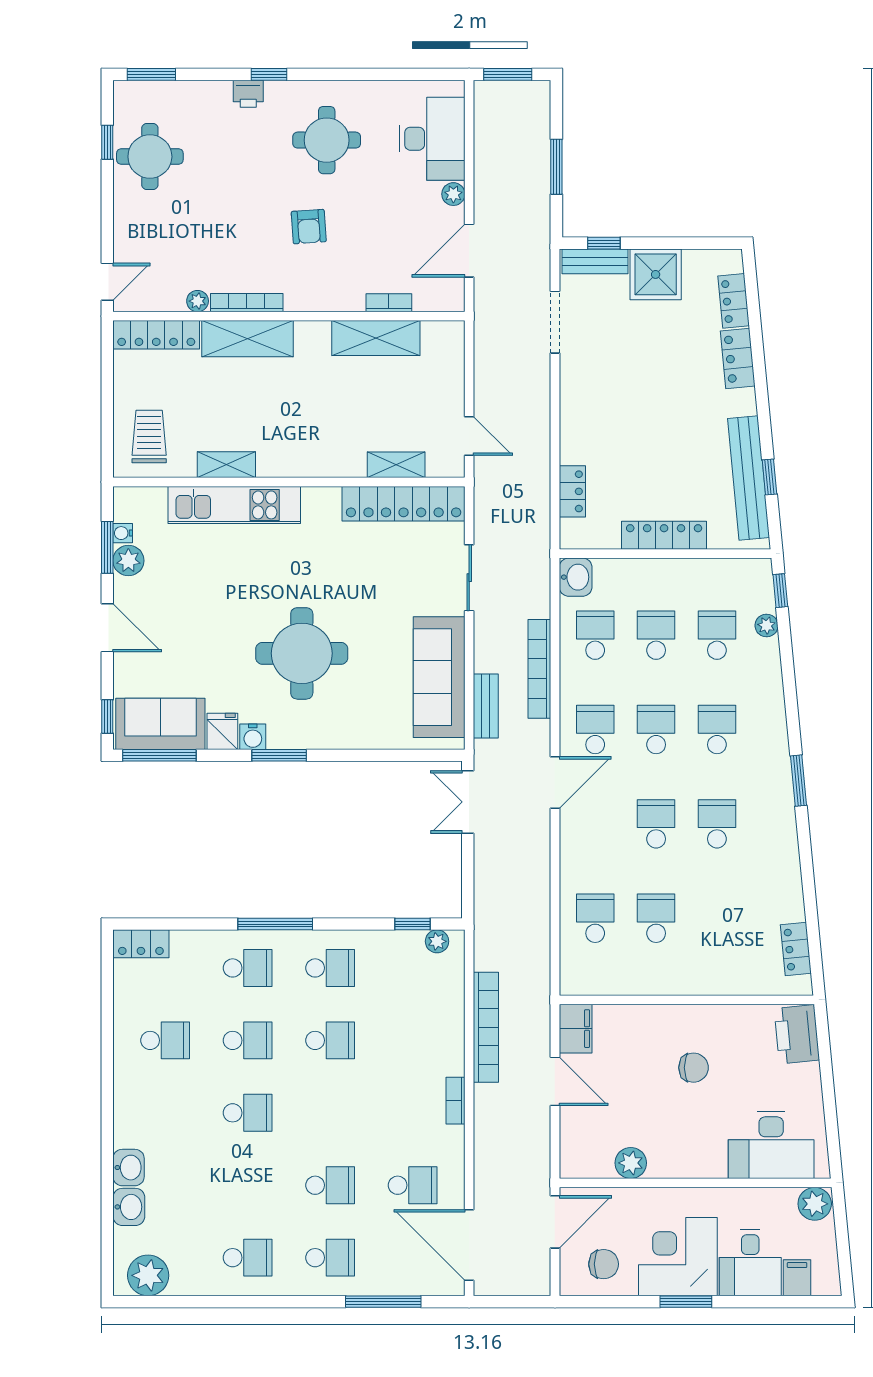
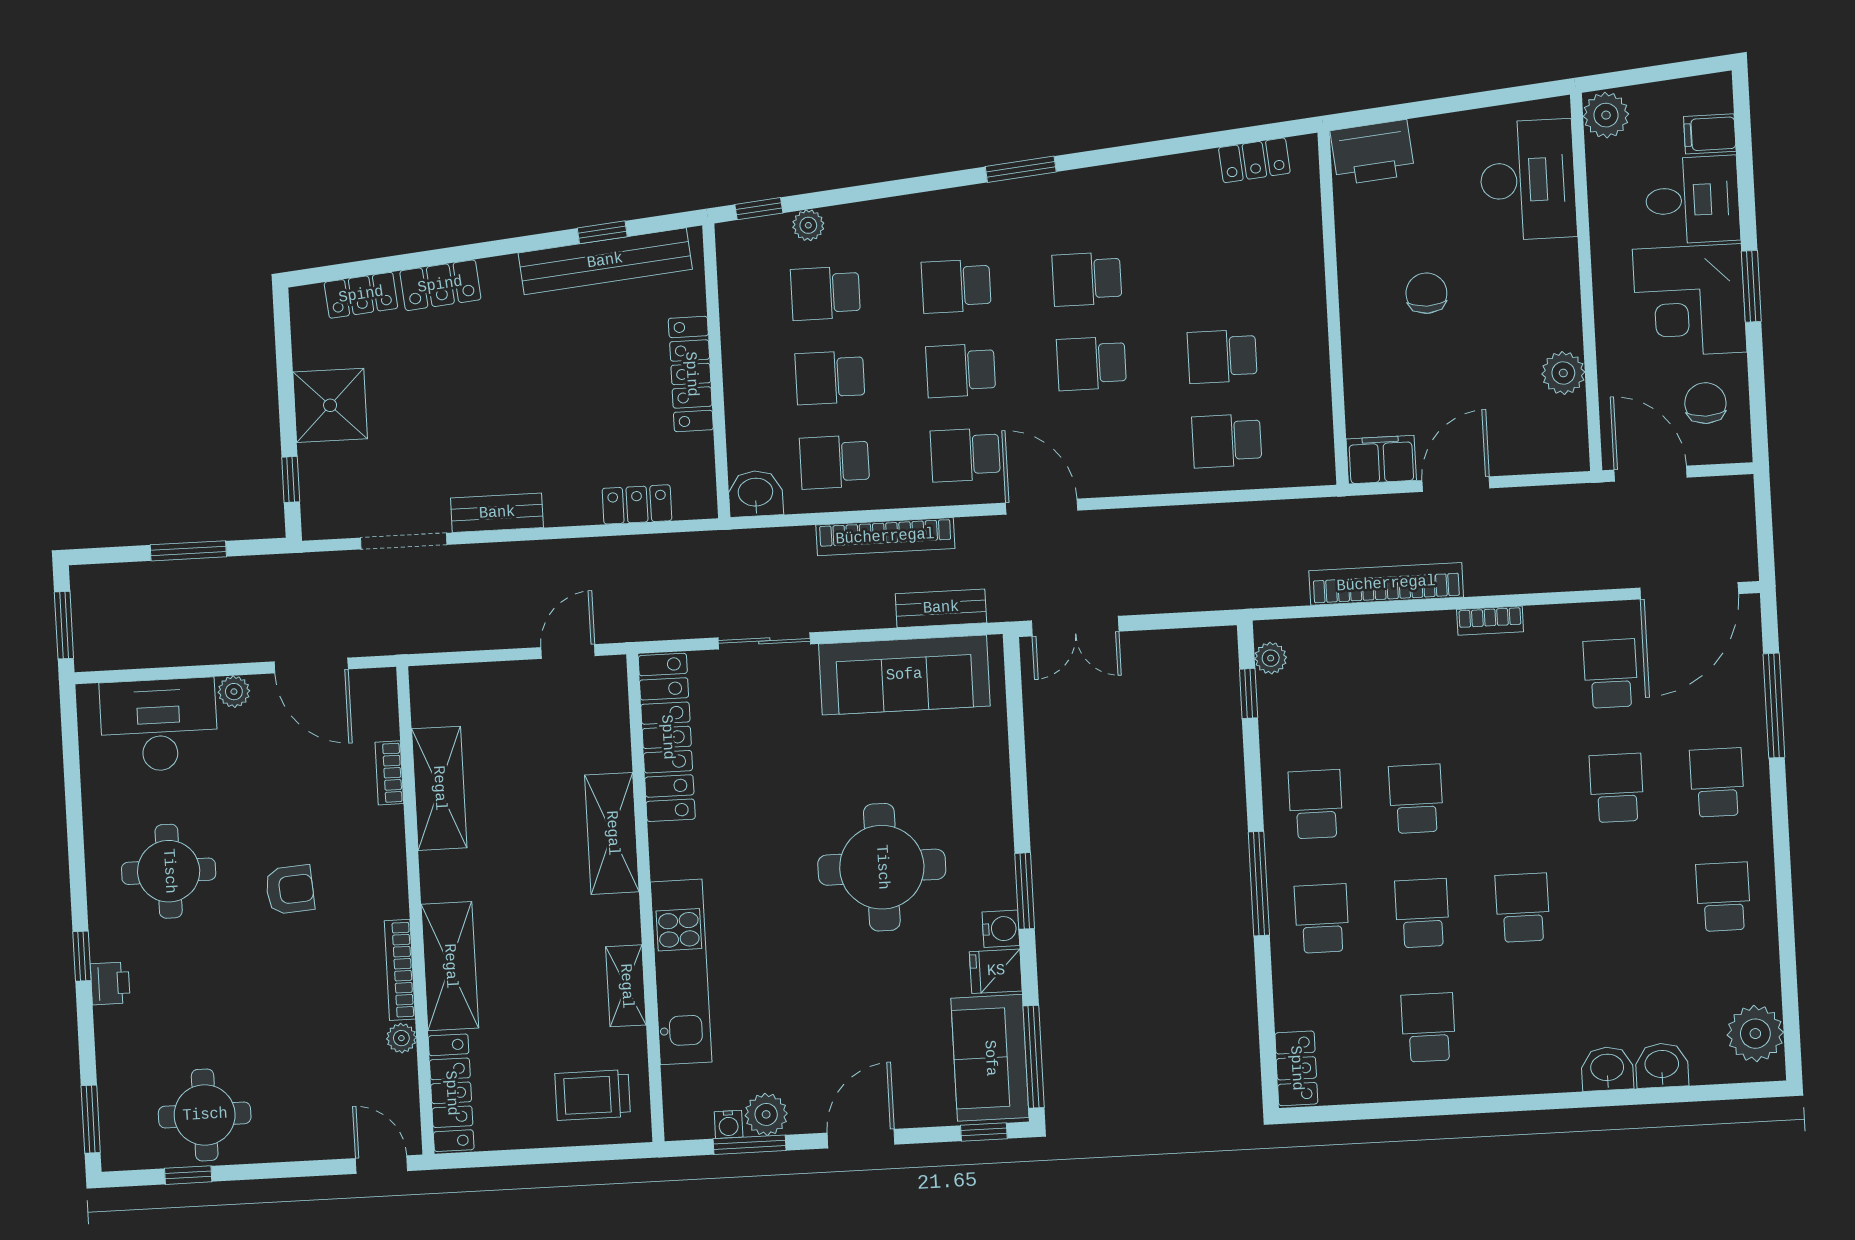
bench: (595, 261) -> (497, 513), moved, turned 90
shelving: (396, 465) -> (612, 833), moved, width x1.50, depth x1.33

